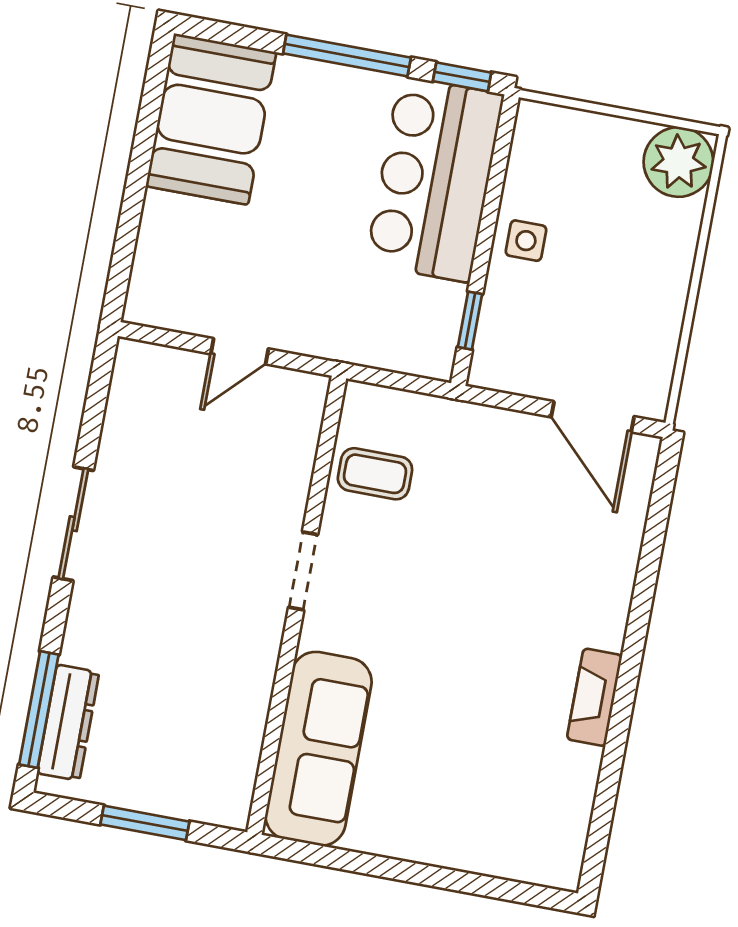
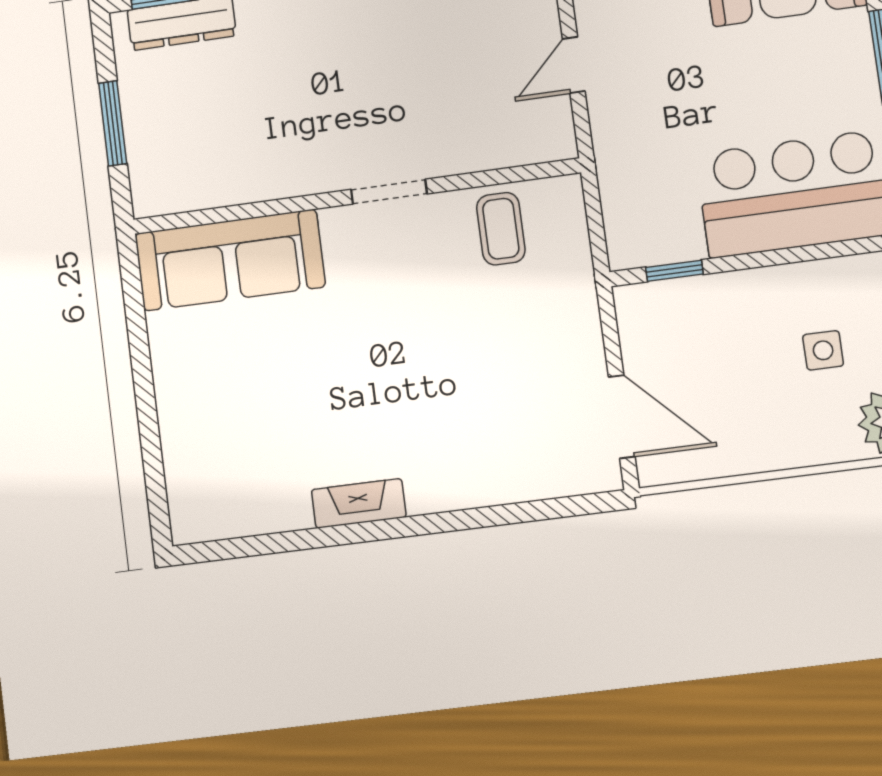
side table: (526, 241) -> (823, 350), moved
door: (240, 351) -> (574, 65), hinge flipped
door: (593, 417) -> (622, 417), swing flipped

